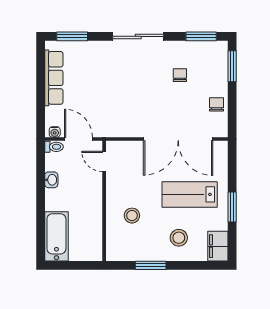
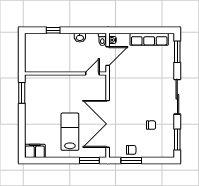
window: (232, 66) -> (131, 161), moved
window: (232, 207) -> (89, 161), moved
stool: (132, 216) -> (56, 92), removed
window: (41, 219) -> (53, 30), added
bathtub: (56, 236) -> (41, 41), removed
stool: (179, 238) -> (41, 124), removed
window: (151, 265) -> (22, 93), moved

